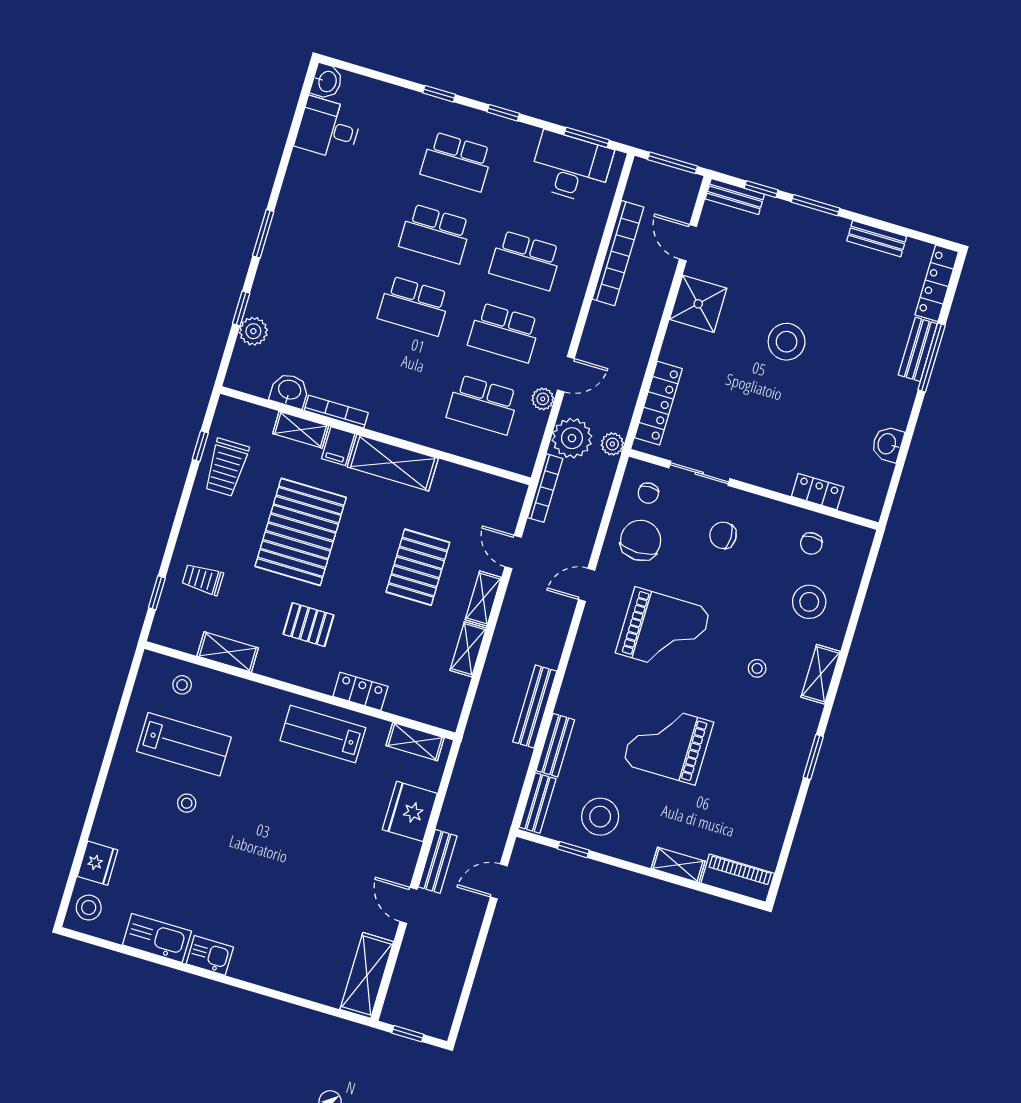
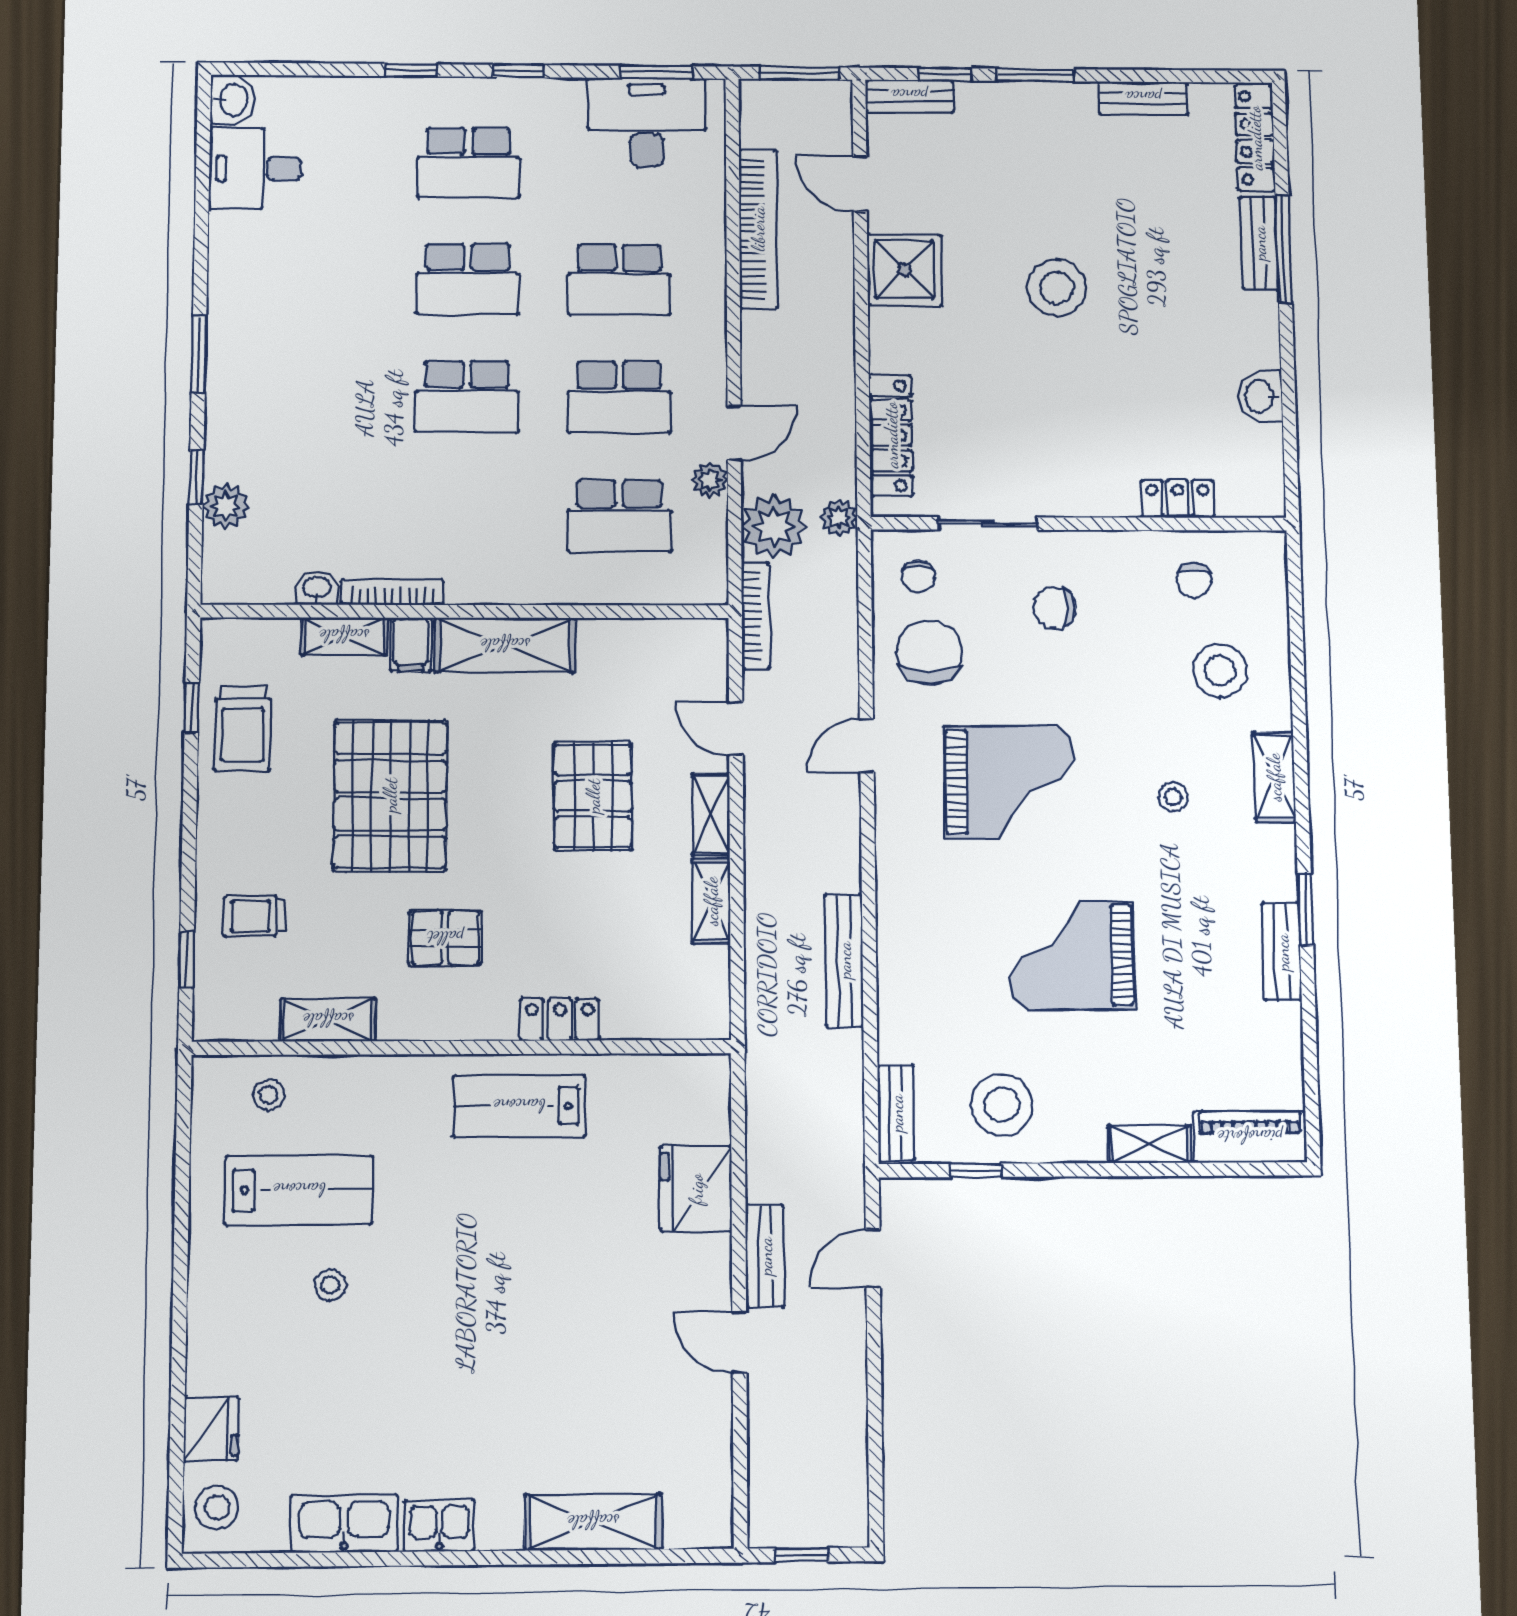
washbasin: (289, 390) -> (317, 588), width x0.72, depth x0.69
shelving: (415, 742) -> (671, 1074), removed
bench: (555, 745) -> (1282, 952), moved
shelving: (367, 975) -> (593, 1522), moved, turned 90

